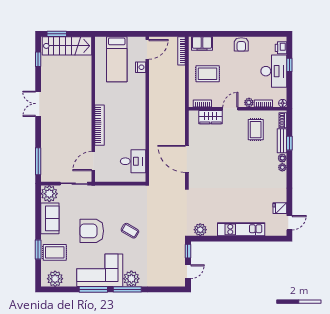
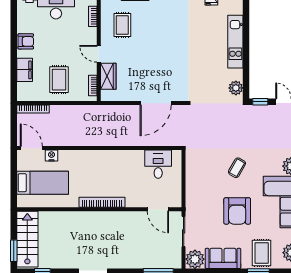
filing cabinet: (202, 43) -> (25, 70), moved
plant: (249, 103) -> (92, 33), removed
bookcase: (100, 125) -> (102, 202), moved
rug: (256, 130) -> (122, 25), turned 90

